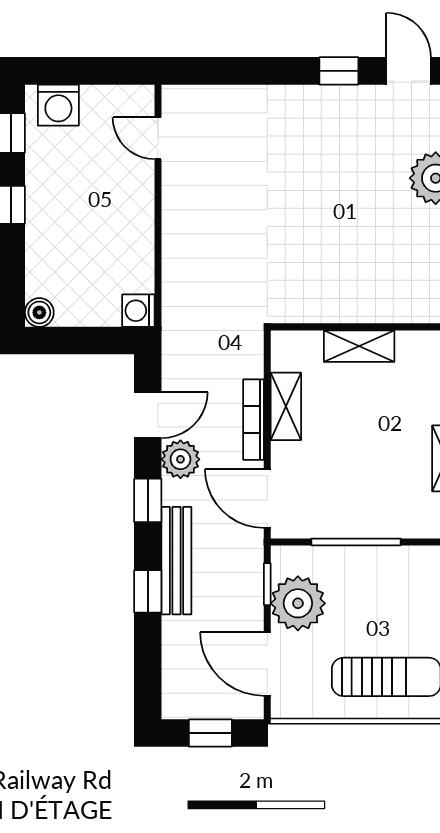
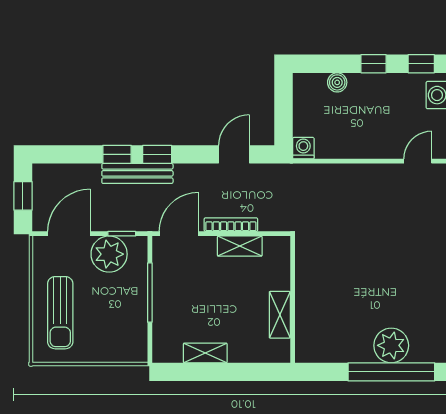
boiler: (39, 312) -> (337, 82), moved
shelving: (359, 346) -> (280, 315), moved
door: (148, 415) -> (234, 154), swing flipped
plant: (180, 459) -> (205, 176), removed
window: (148, 500) -> (157, 154), moved

